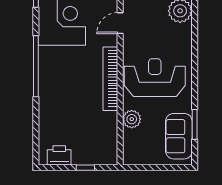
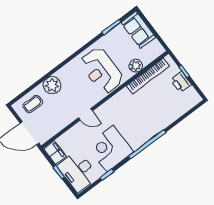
bookcase: (110, 79) -> (148, 76), moved
sofa: (179, 136) -> (138, 30), moved, turned 90
printer: (59, 155) -> (181, 82), moved

